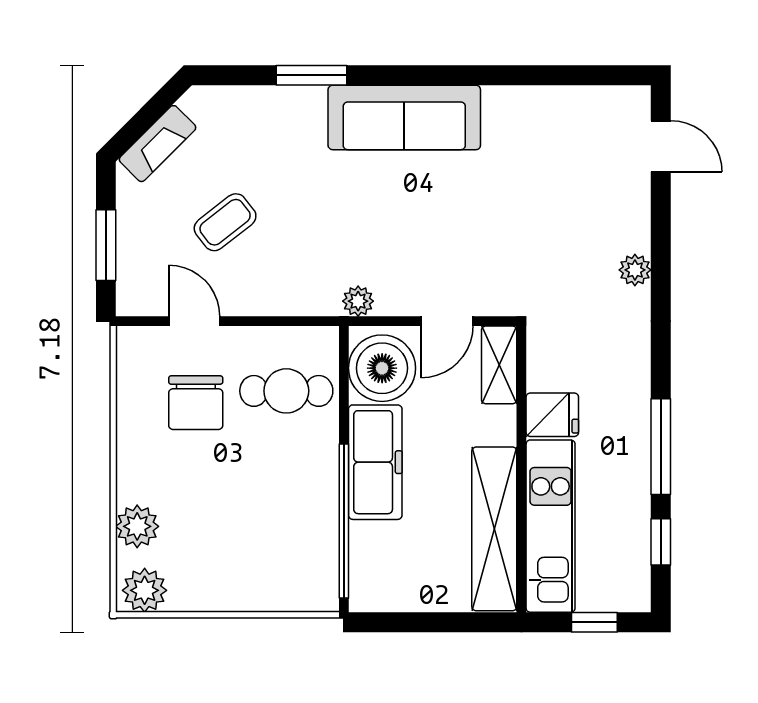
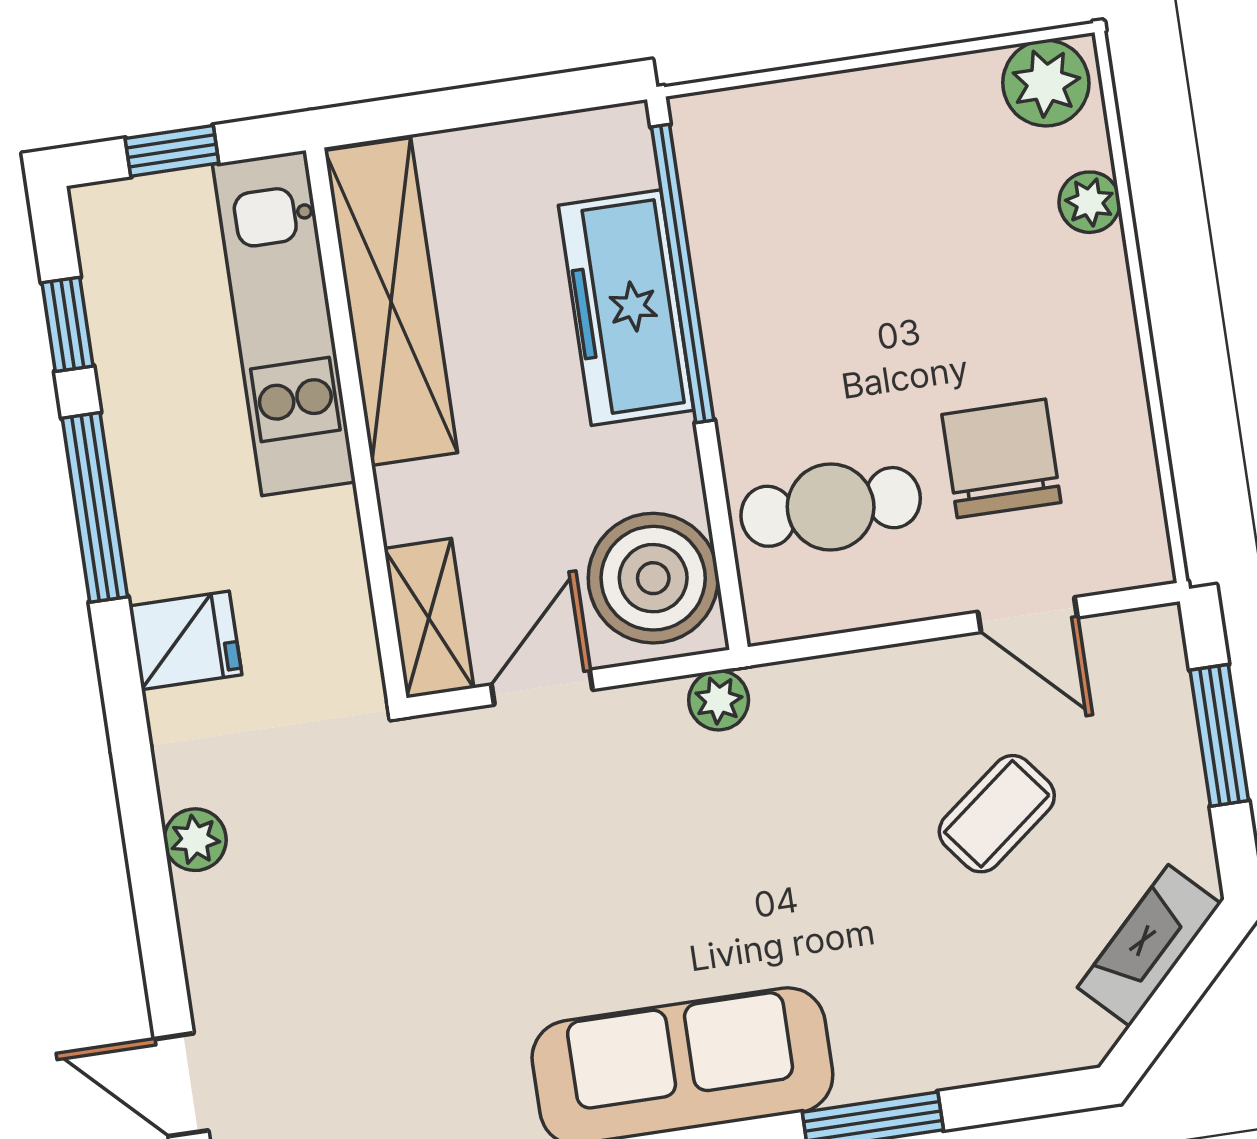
fridge: (552, 415) -> (185, 640), moved, turned 180
freezer: (375, 462) -> (626, 308), moved
plant: (137, 526) -> (1089, 202), width x0.73, depth x0.73

